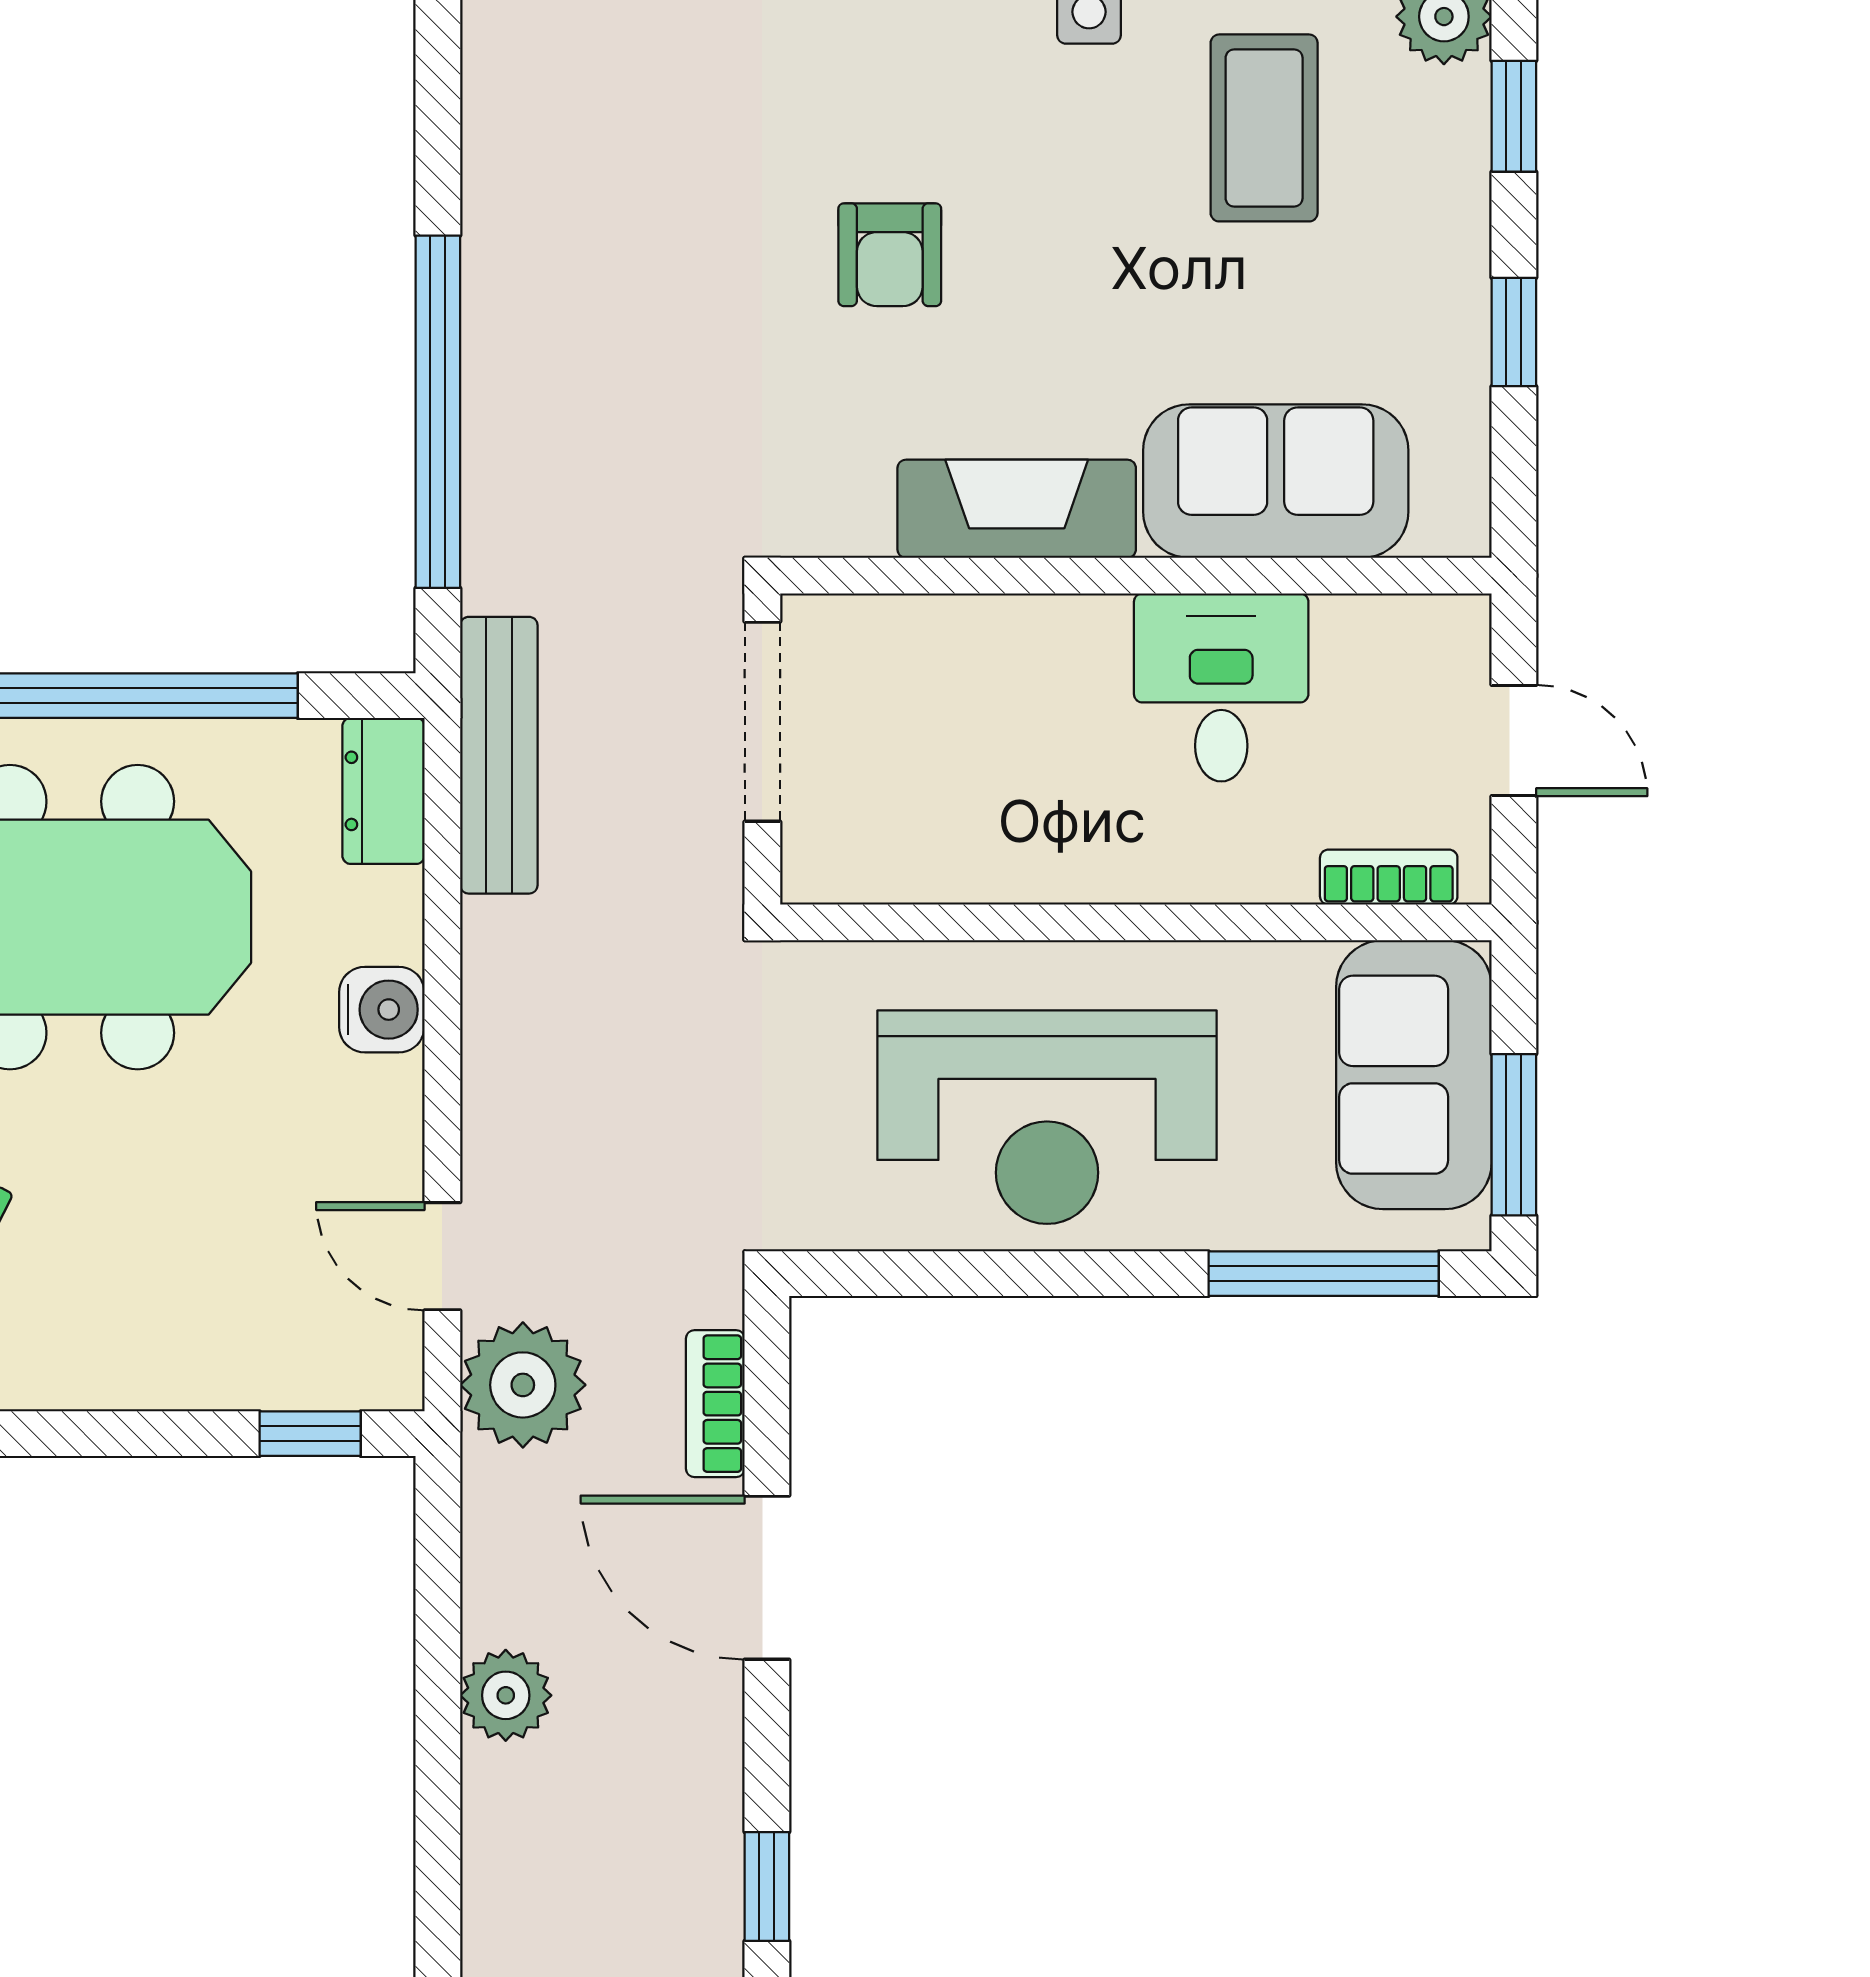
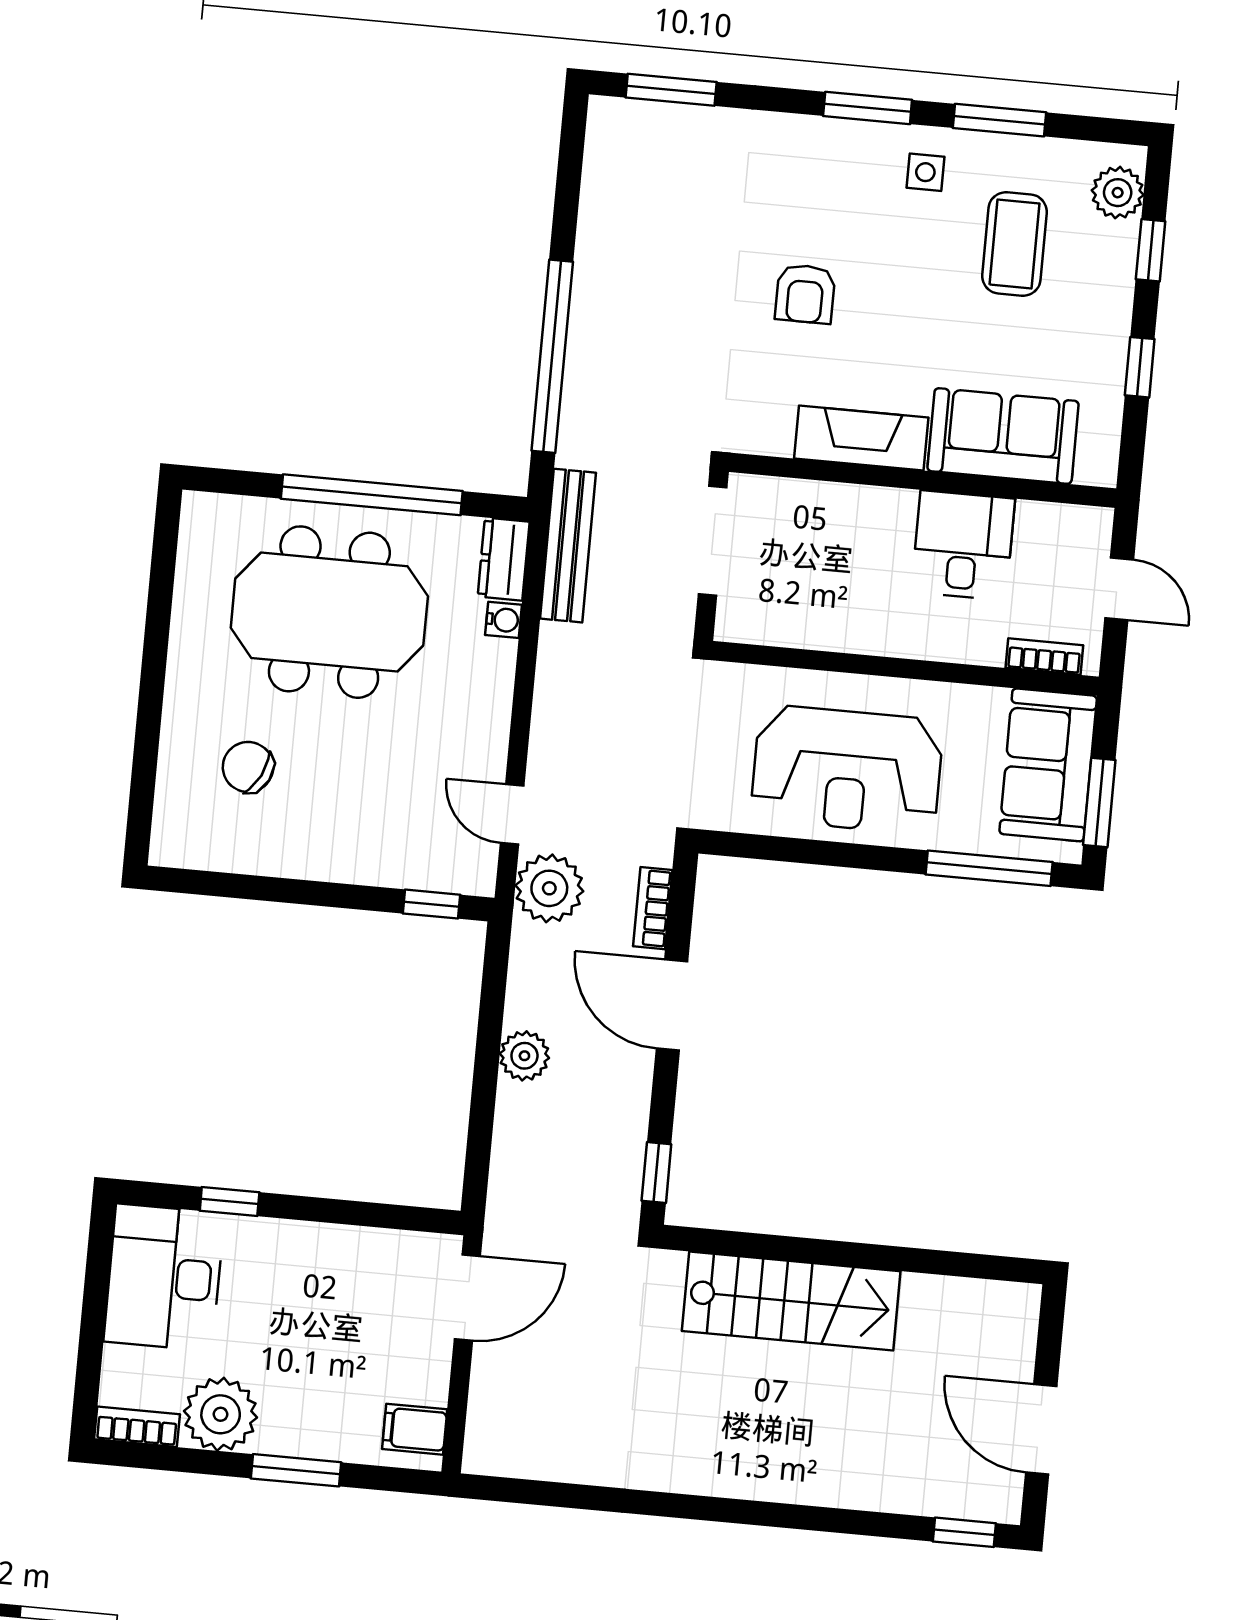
water cooler: (382, 1010) -> (504, 620), moved, width x0.72, depth x0.72

